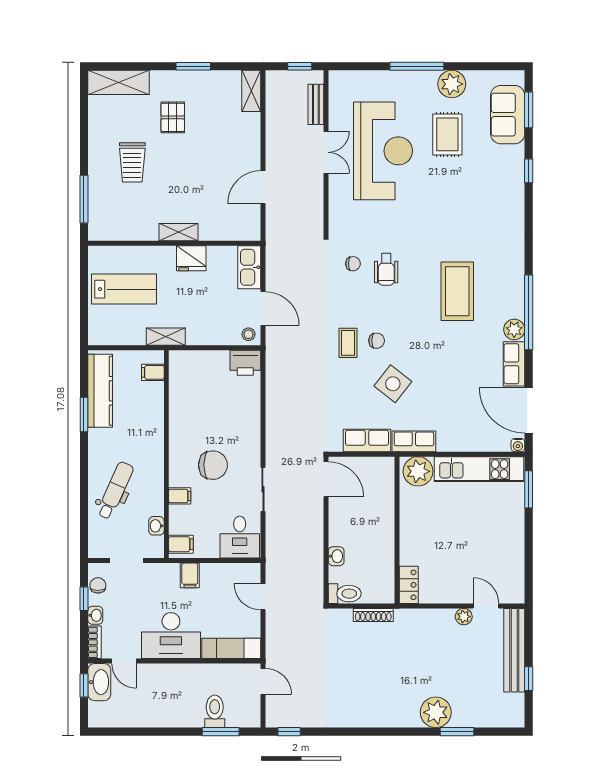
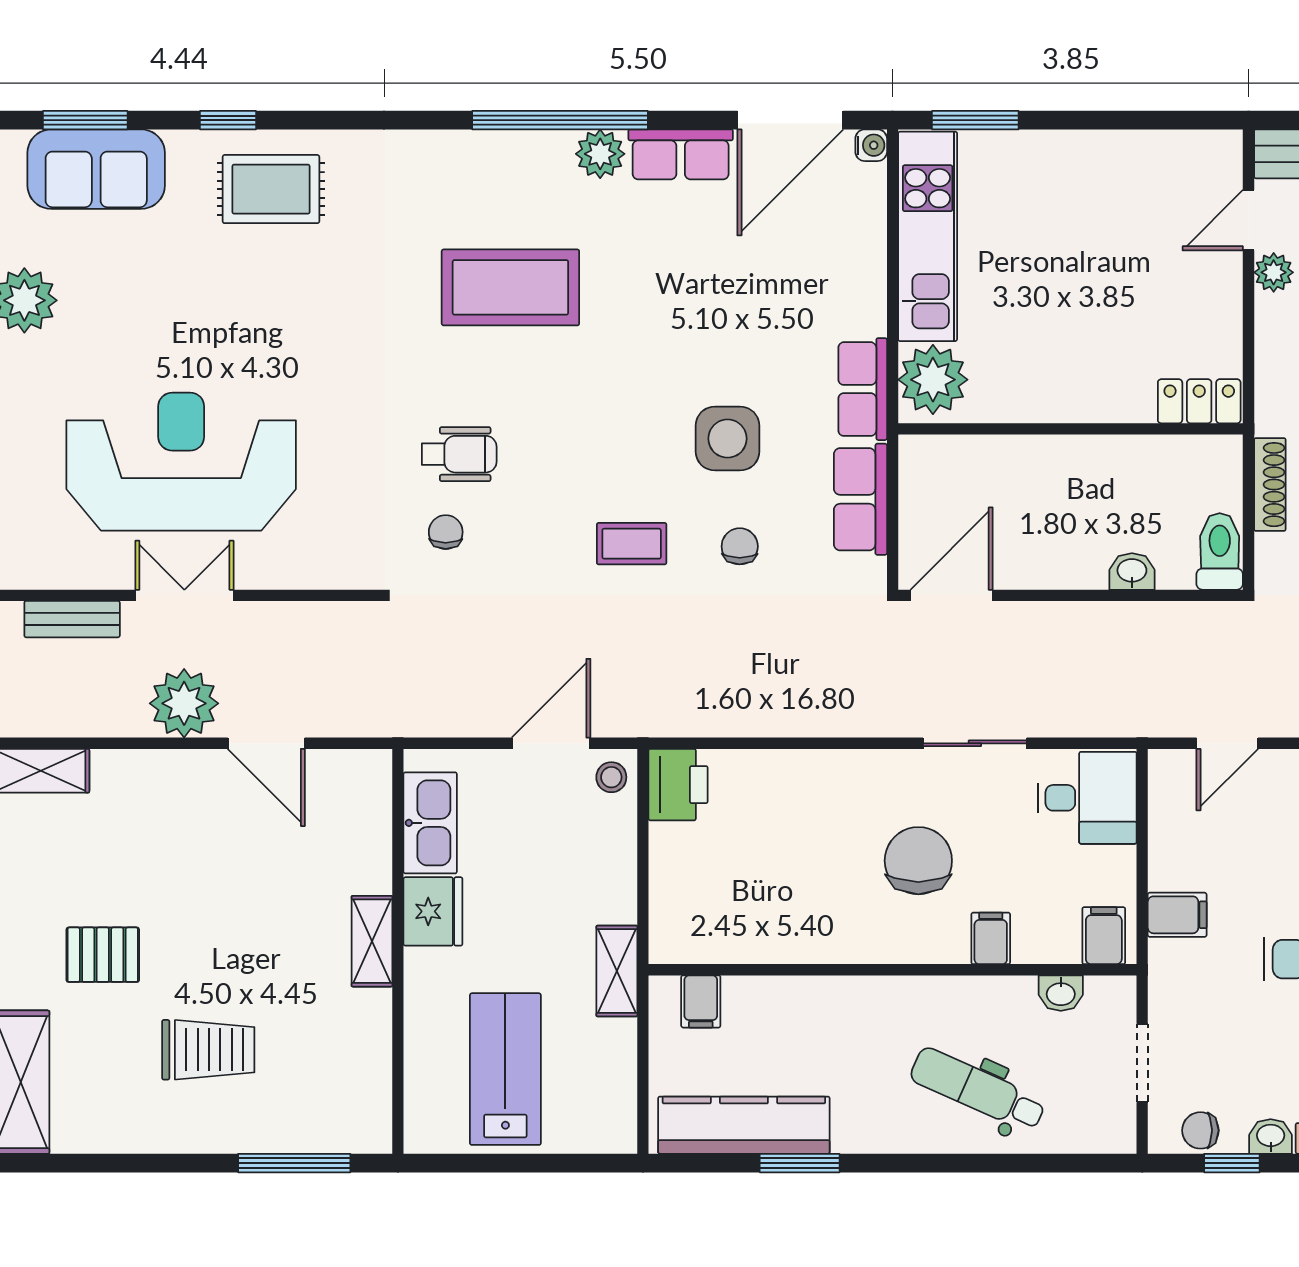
rug: (447, 134) -> (271, 189), moved
plant: (280, 152) -> (184, 703), added
kitchen sink: (249, 267) -> (430, 823), moved, turned -90
chair: (377, 341) -> (740, 546), moved
side table: (393, 384) -> (727, 439), turned -38

